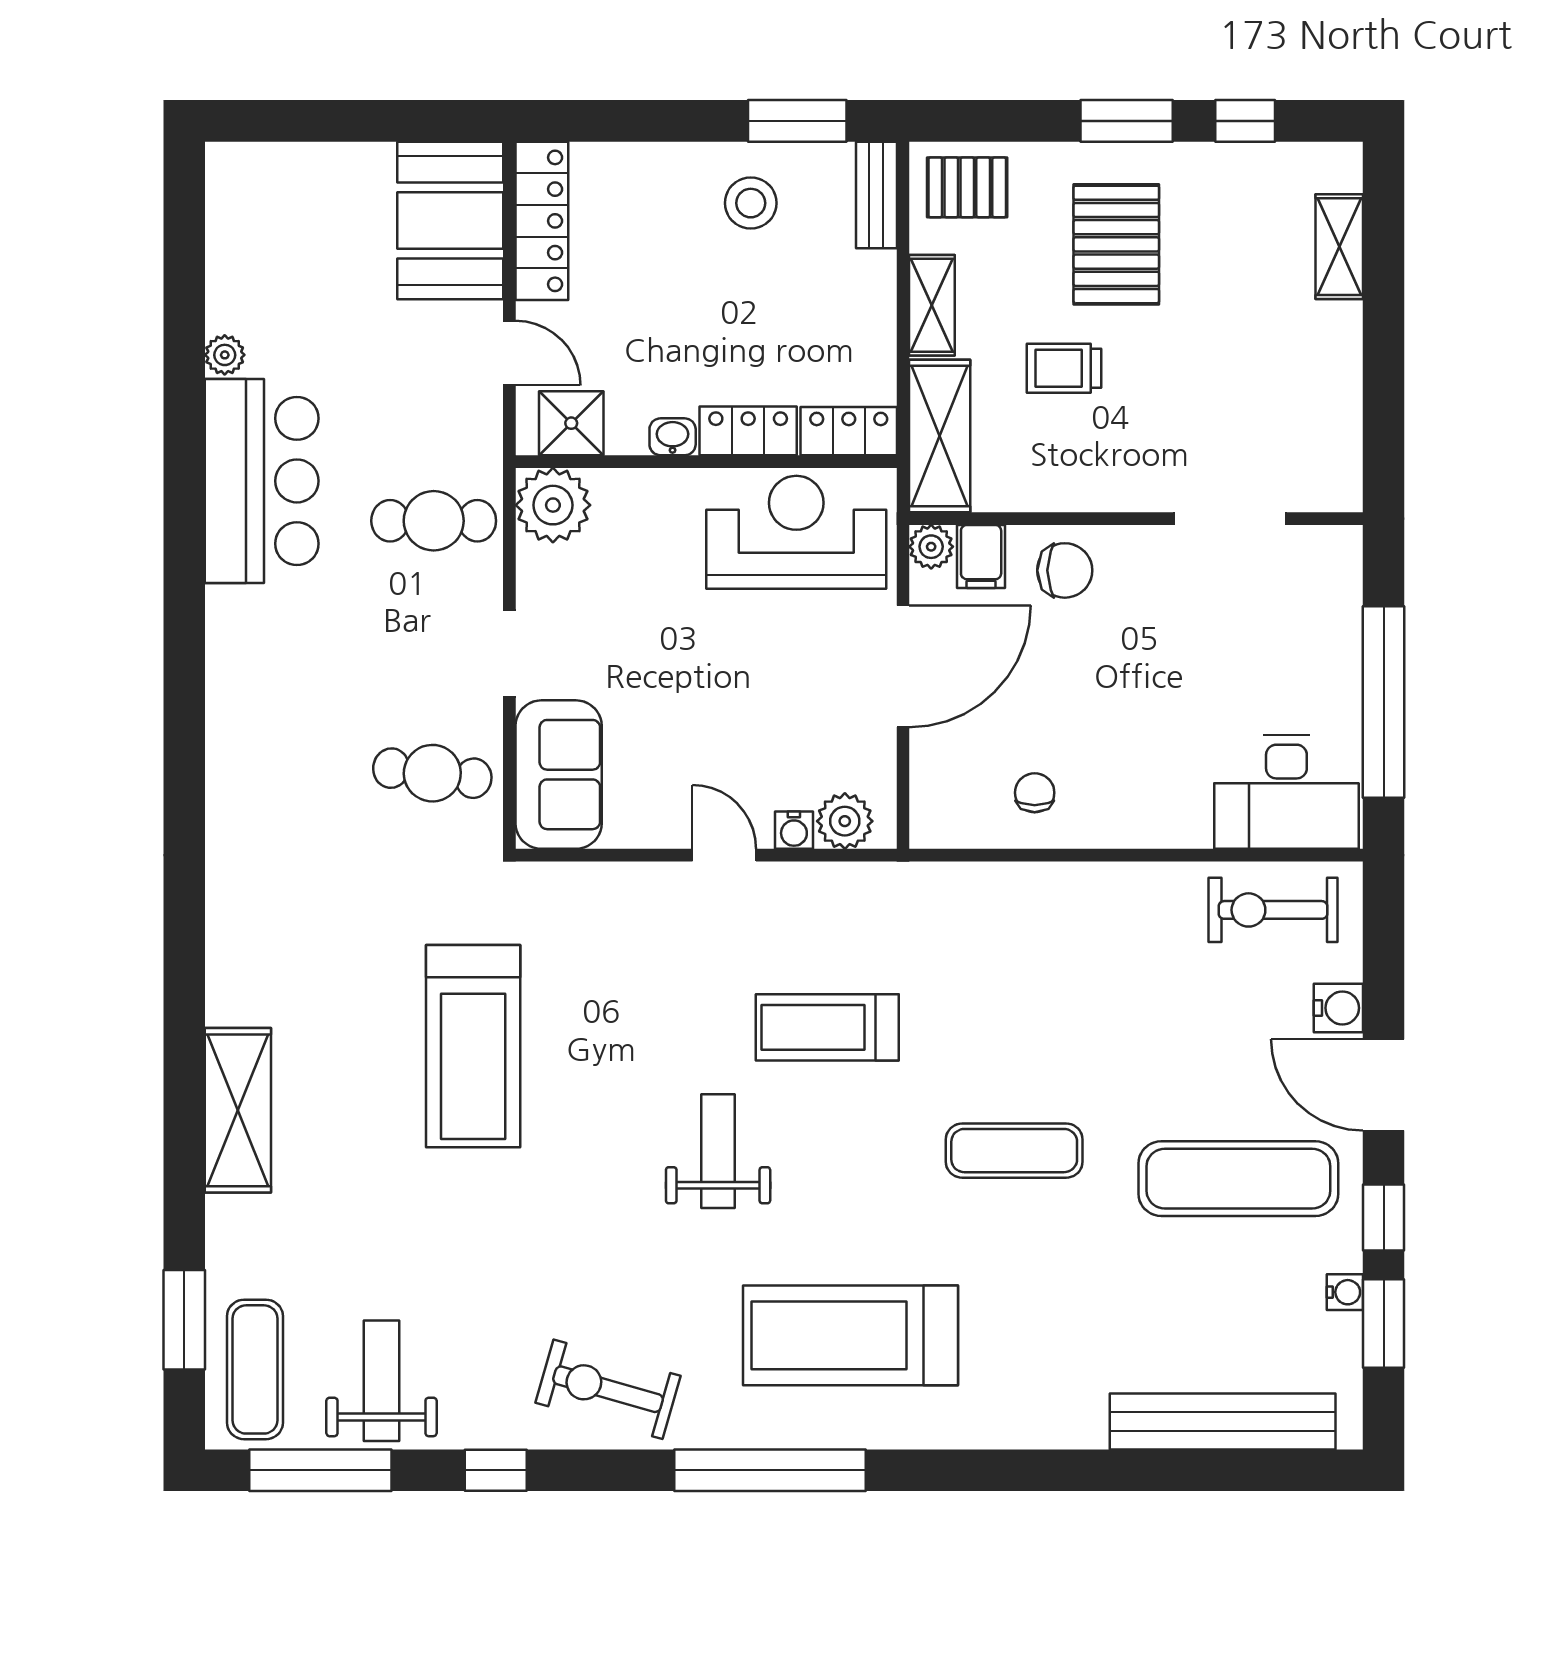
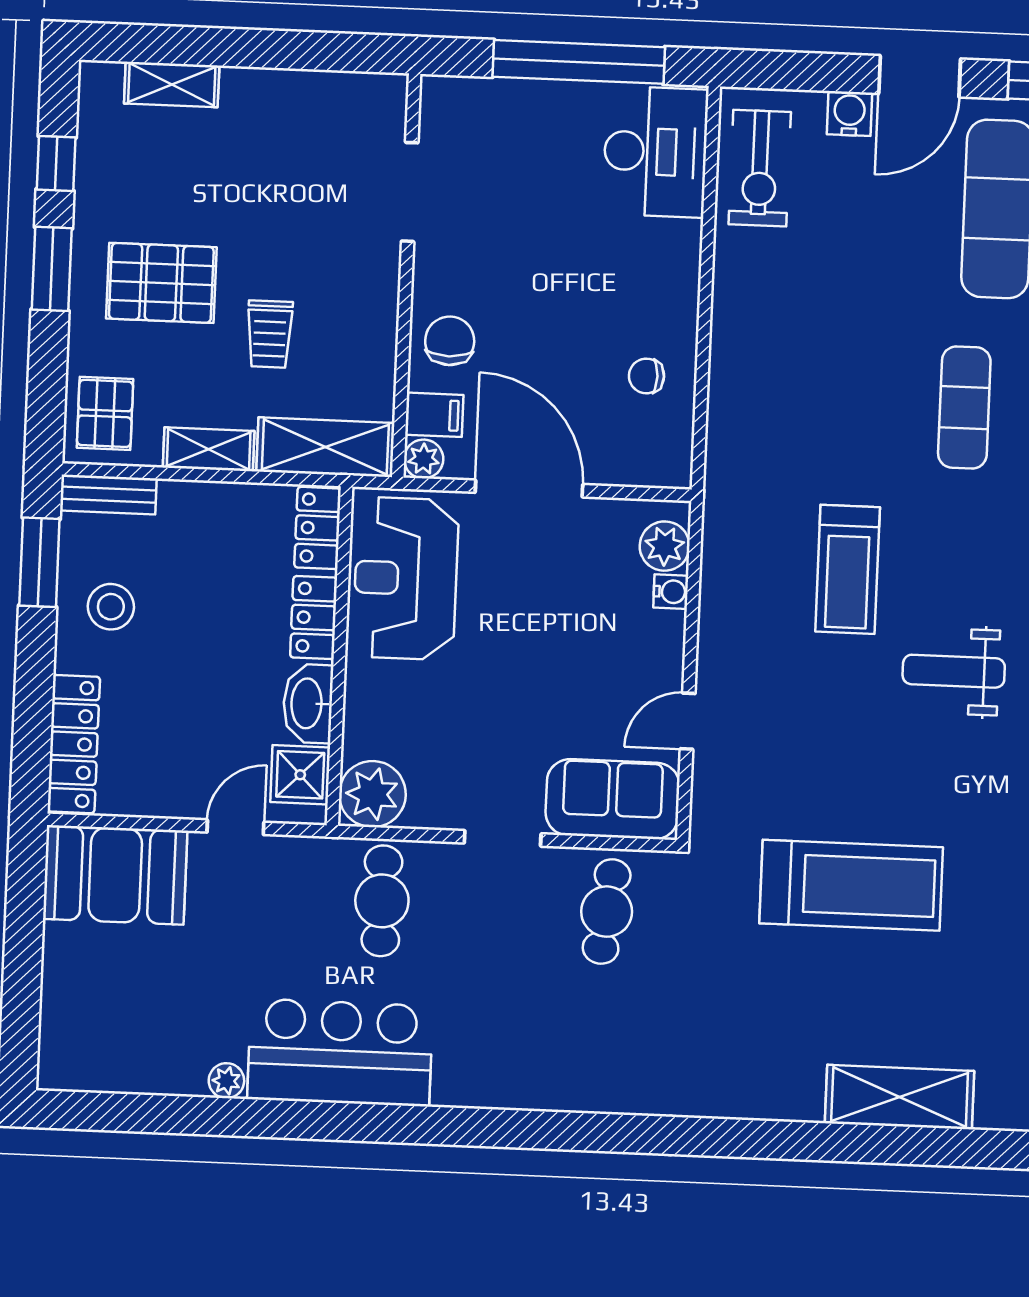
locker: (542, 221) -> (74, 744), moved, turned 90
washbasin: (673, 437) -> (308, 703), width x1.91, depth x1.45
door: (724, 855) -> (688, 721), moved

